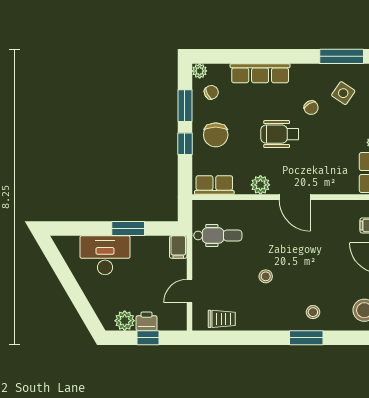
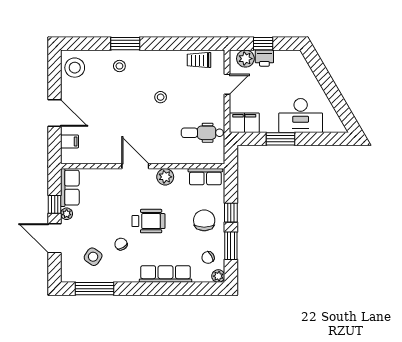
filing cabinet: (178, 247) -> (244, 123), width x2.00
plant: (125, 321) -> (245, 59), moved

